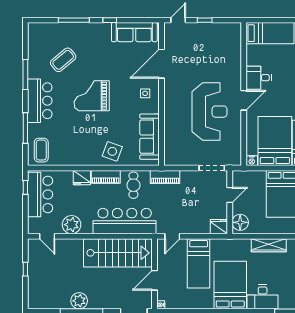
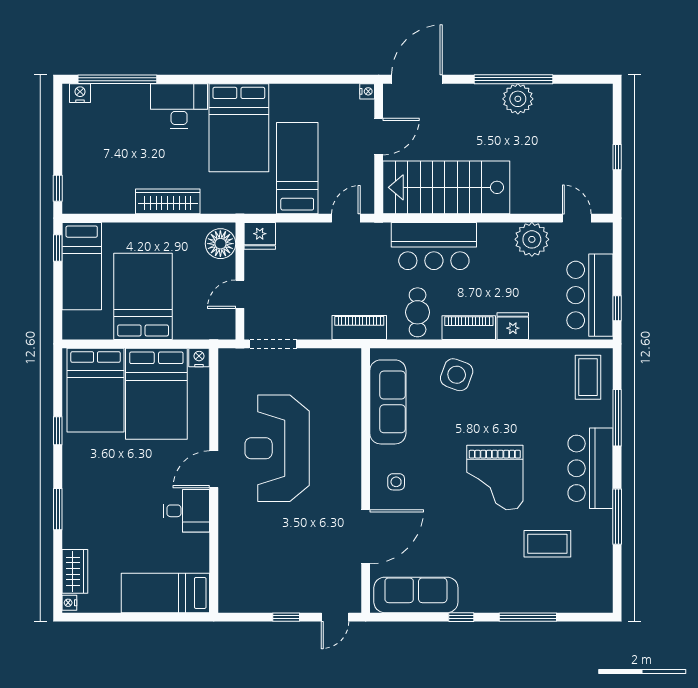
coffee table: (63, 60) -> (547, 544), turned 40
grand piano: (92, 96) -> (495, 477), turned 90
bar counter: (125, 221) -> (434, 246), width x0.73

